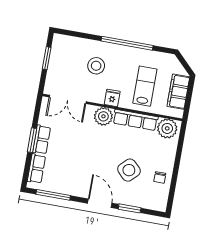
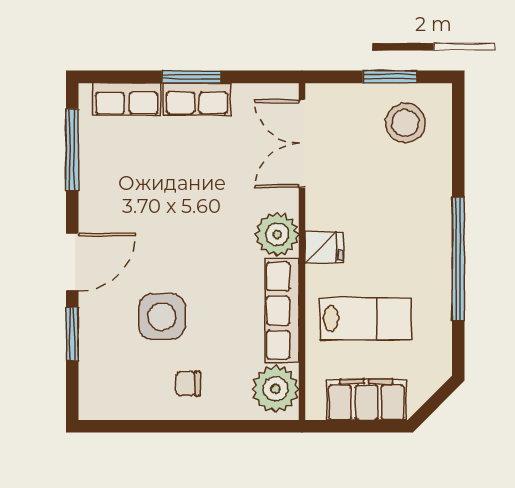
stool: (96, 66) -> (405, 123), moved
side table: (129, 170) -> (162, 317), turned 45
chair: (160, 177) -> (188, 384), moved

